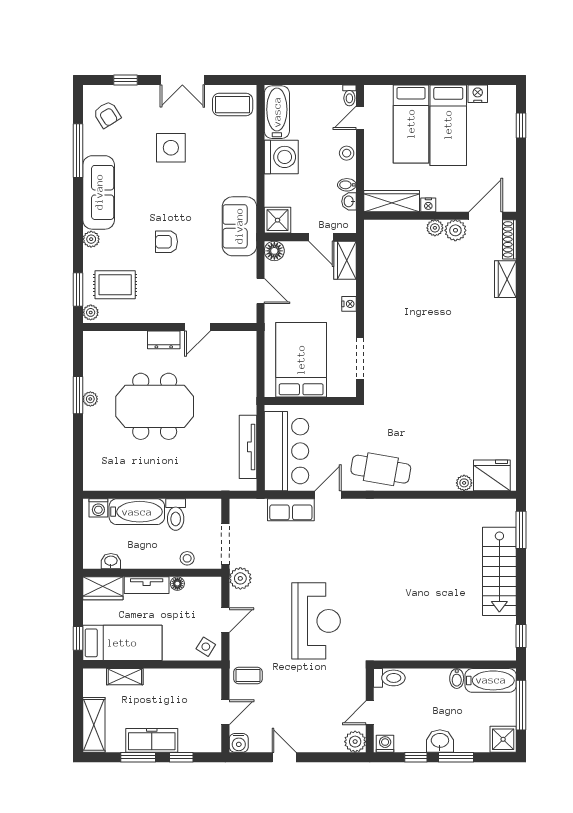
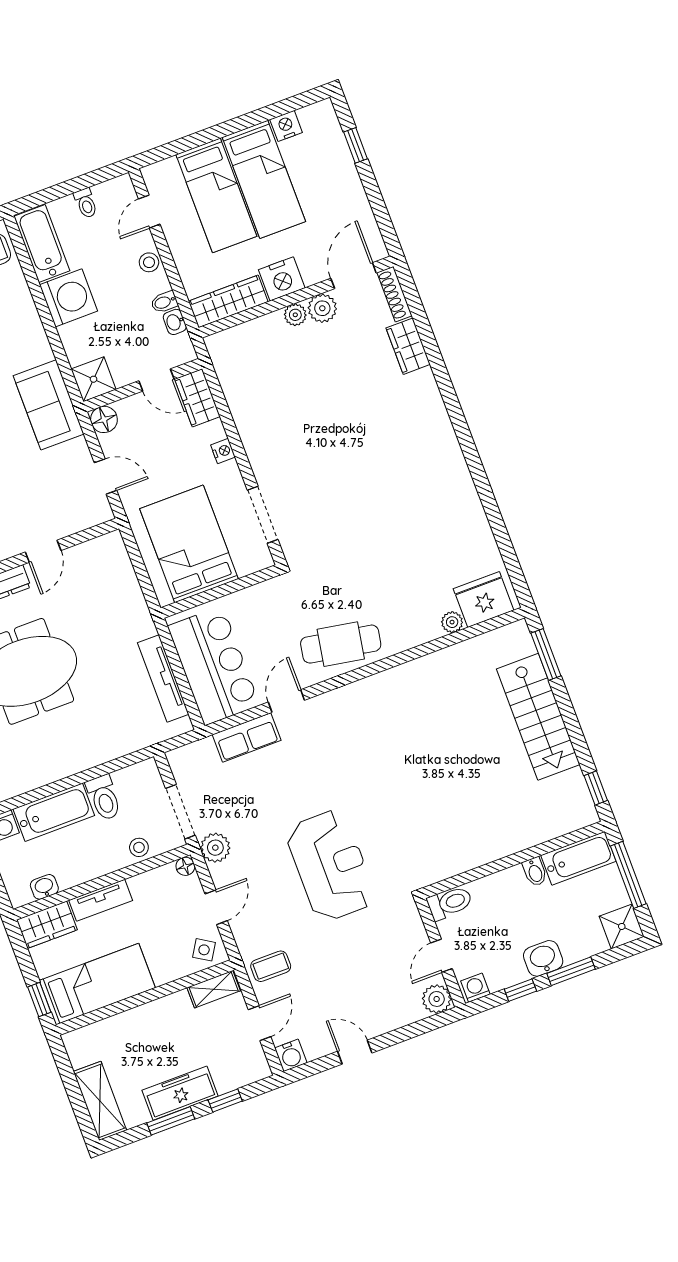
toilet: (349, 95) -> (86, 203), moved
nightstand: (428, 205) -> (282, 279), width x1.89, depth x1.79
floor lamp: (177, 584) -> (185, 866), moved
shelving: (125, 677) -> (214, 989), moved

